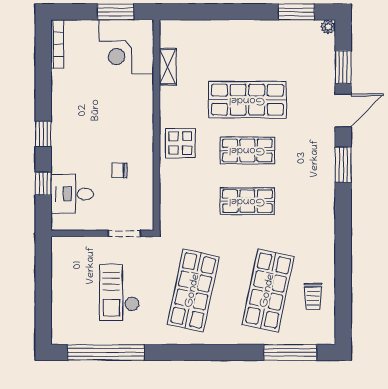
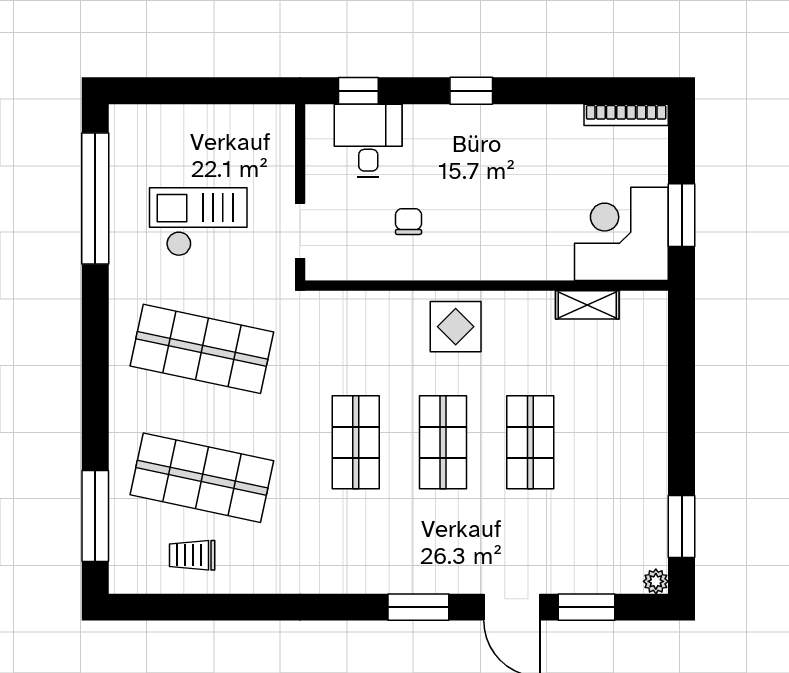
shop shelf: (247, 100) -> (530, 442), width x0.70, depth x0.74
window: (43, 184) -> (358, 91), moved

